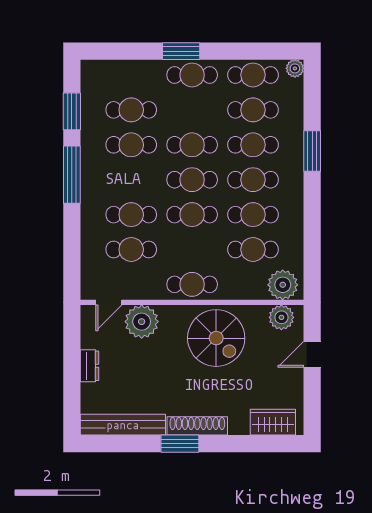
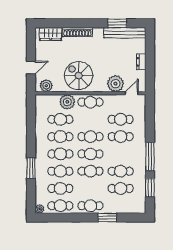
window: (181, 51) -> (107, 218), moved
plant: (283, 285) -> (67, 102), moved
shoe rack: (197, 426) -> (77, 32), moved
window: (180, 444) -> (117, 23), moved

